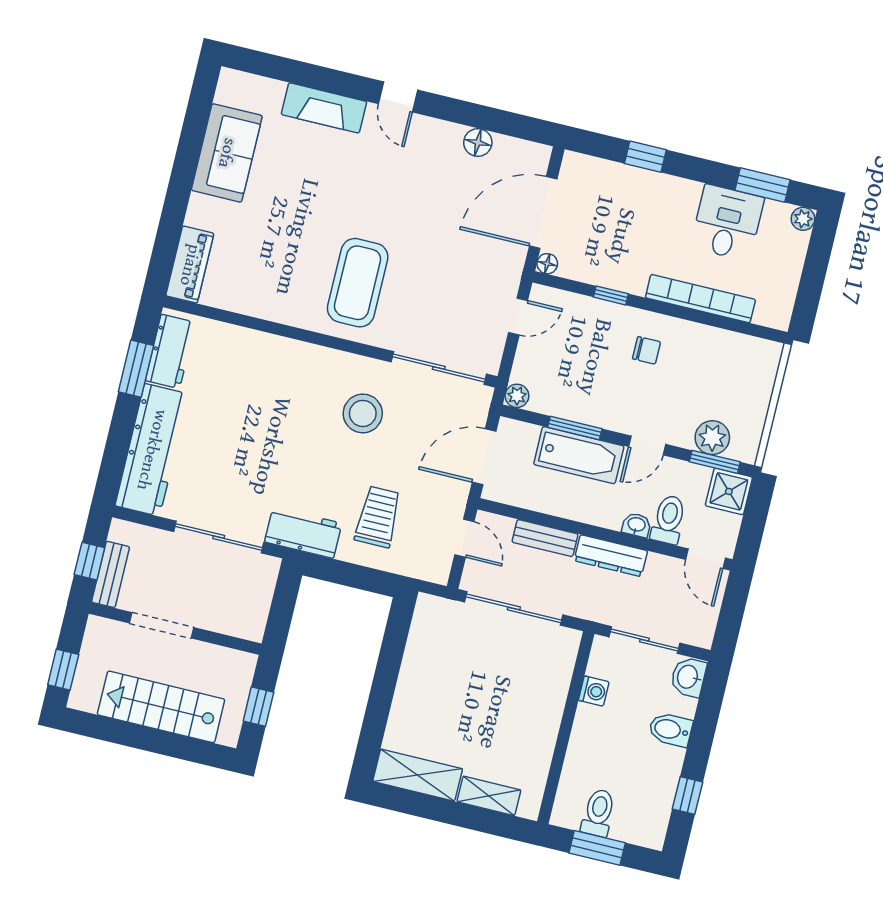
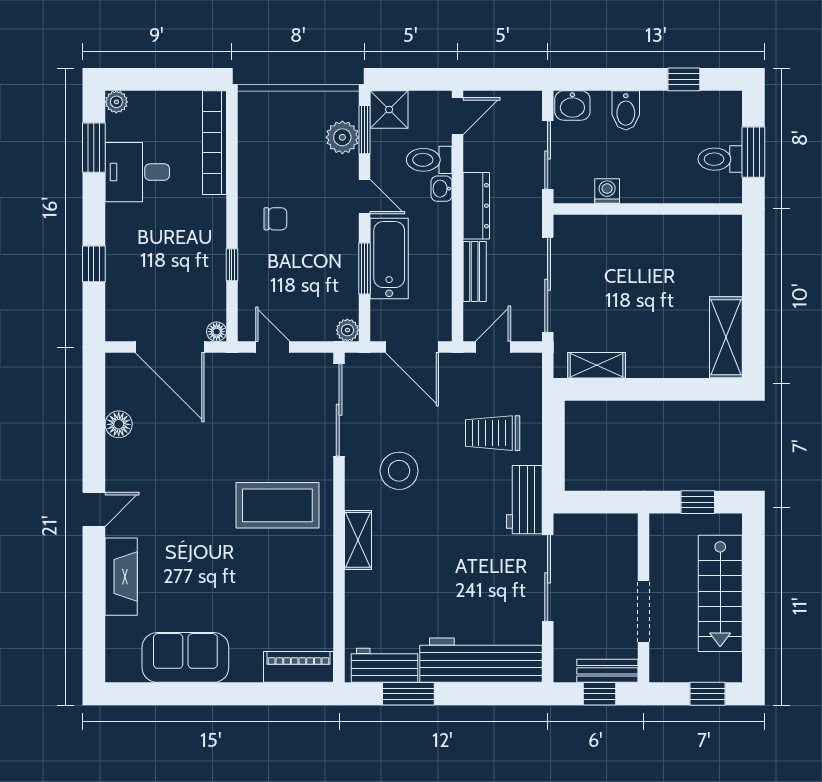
bookcase: (700, 299) -> (215, 143), moved
chair: (647, 350) -> (275, 219), turned 90
shelving: (303, 355) -> (358, 540), added
shelving: (489, 796) -> (597, 365), moved, turned 90

